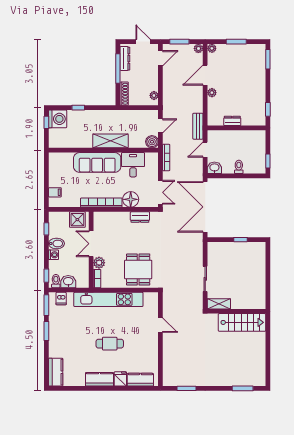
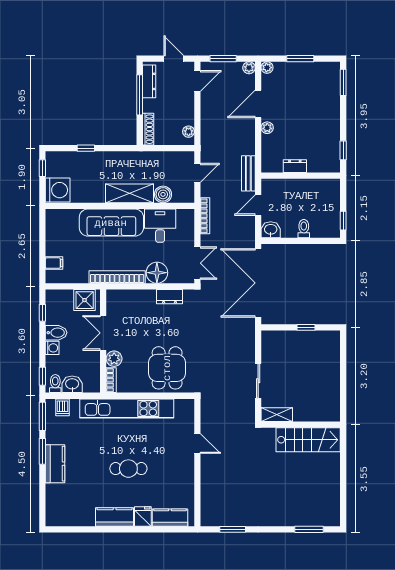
washing machine: (58, 119) -> (58, 190), moved
boiler: (152, 142) -> (163, 194), moved
kitchen counter: (56, 372) -> (55, 464), moved

